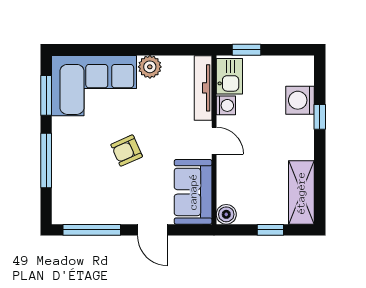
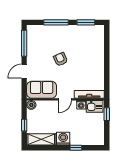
plant: (150, 67) -> (99, 70), removed
corner sofa: (94, 86) -> (90, 44), removed
washing machine: (300, 100) -> (63, 139), moved

